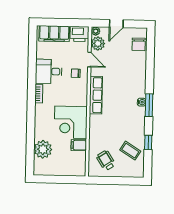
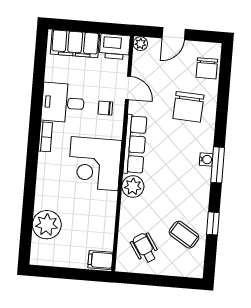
plant: (98, 43) -> (133, 186), moved
chair: (128, 69) -> (188, 107), added
corner desk: (71, 122) -> (95, 164), moved
filing cabinet: (79, 145) -> (100, 260), moved

